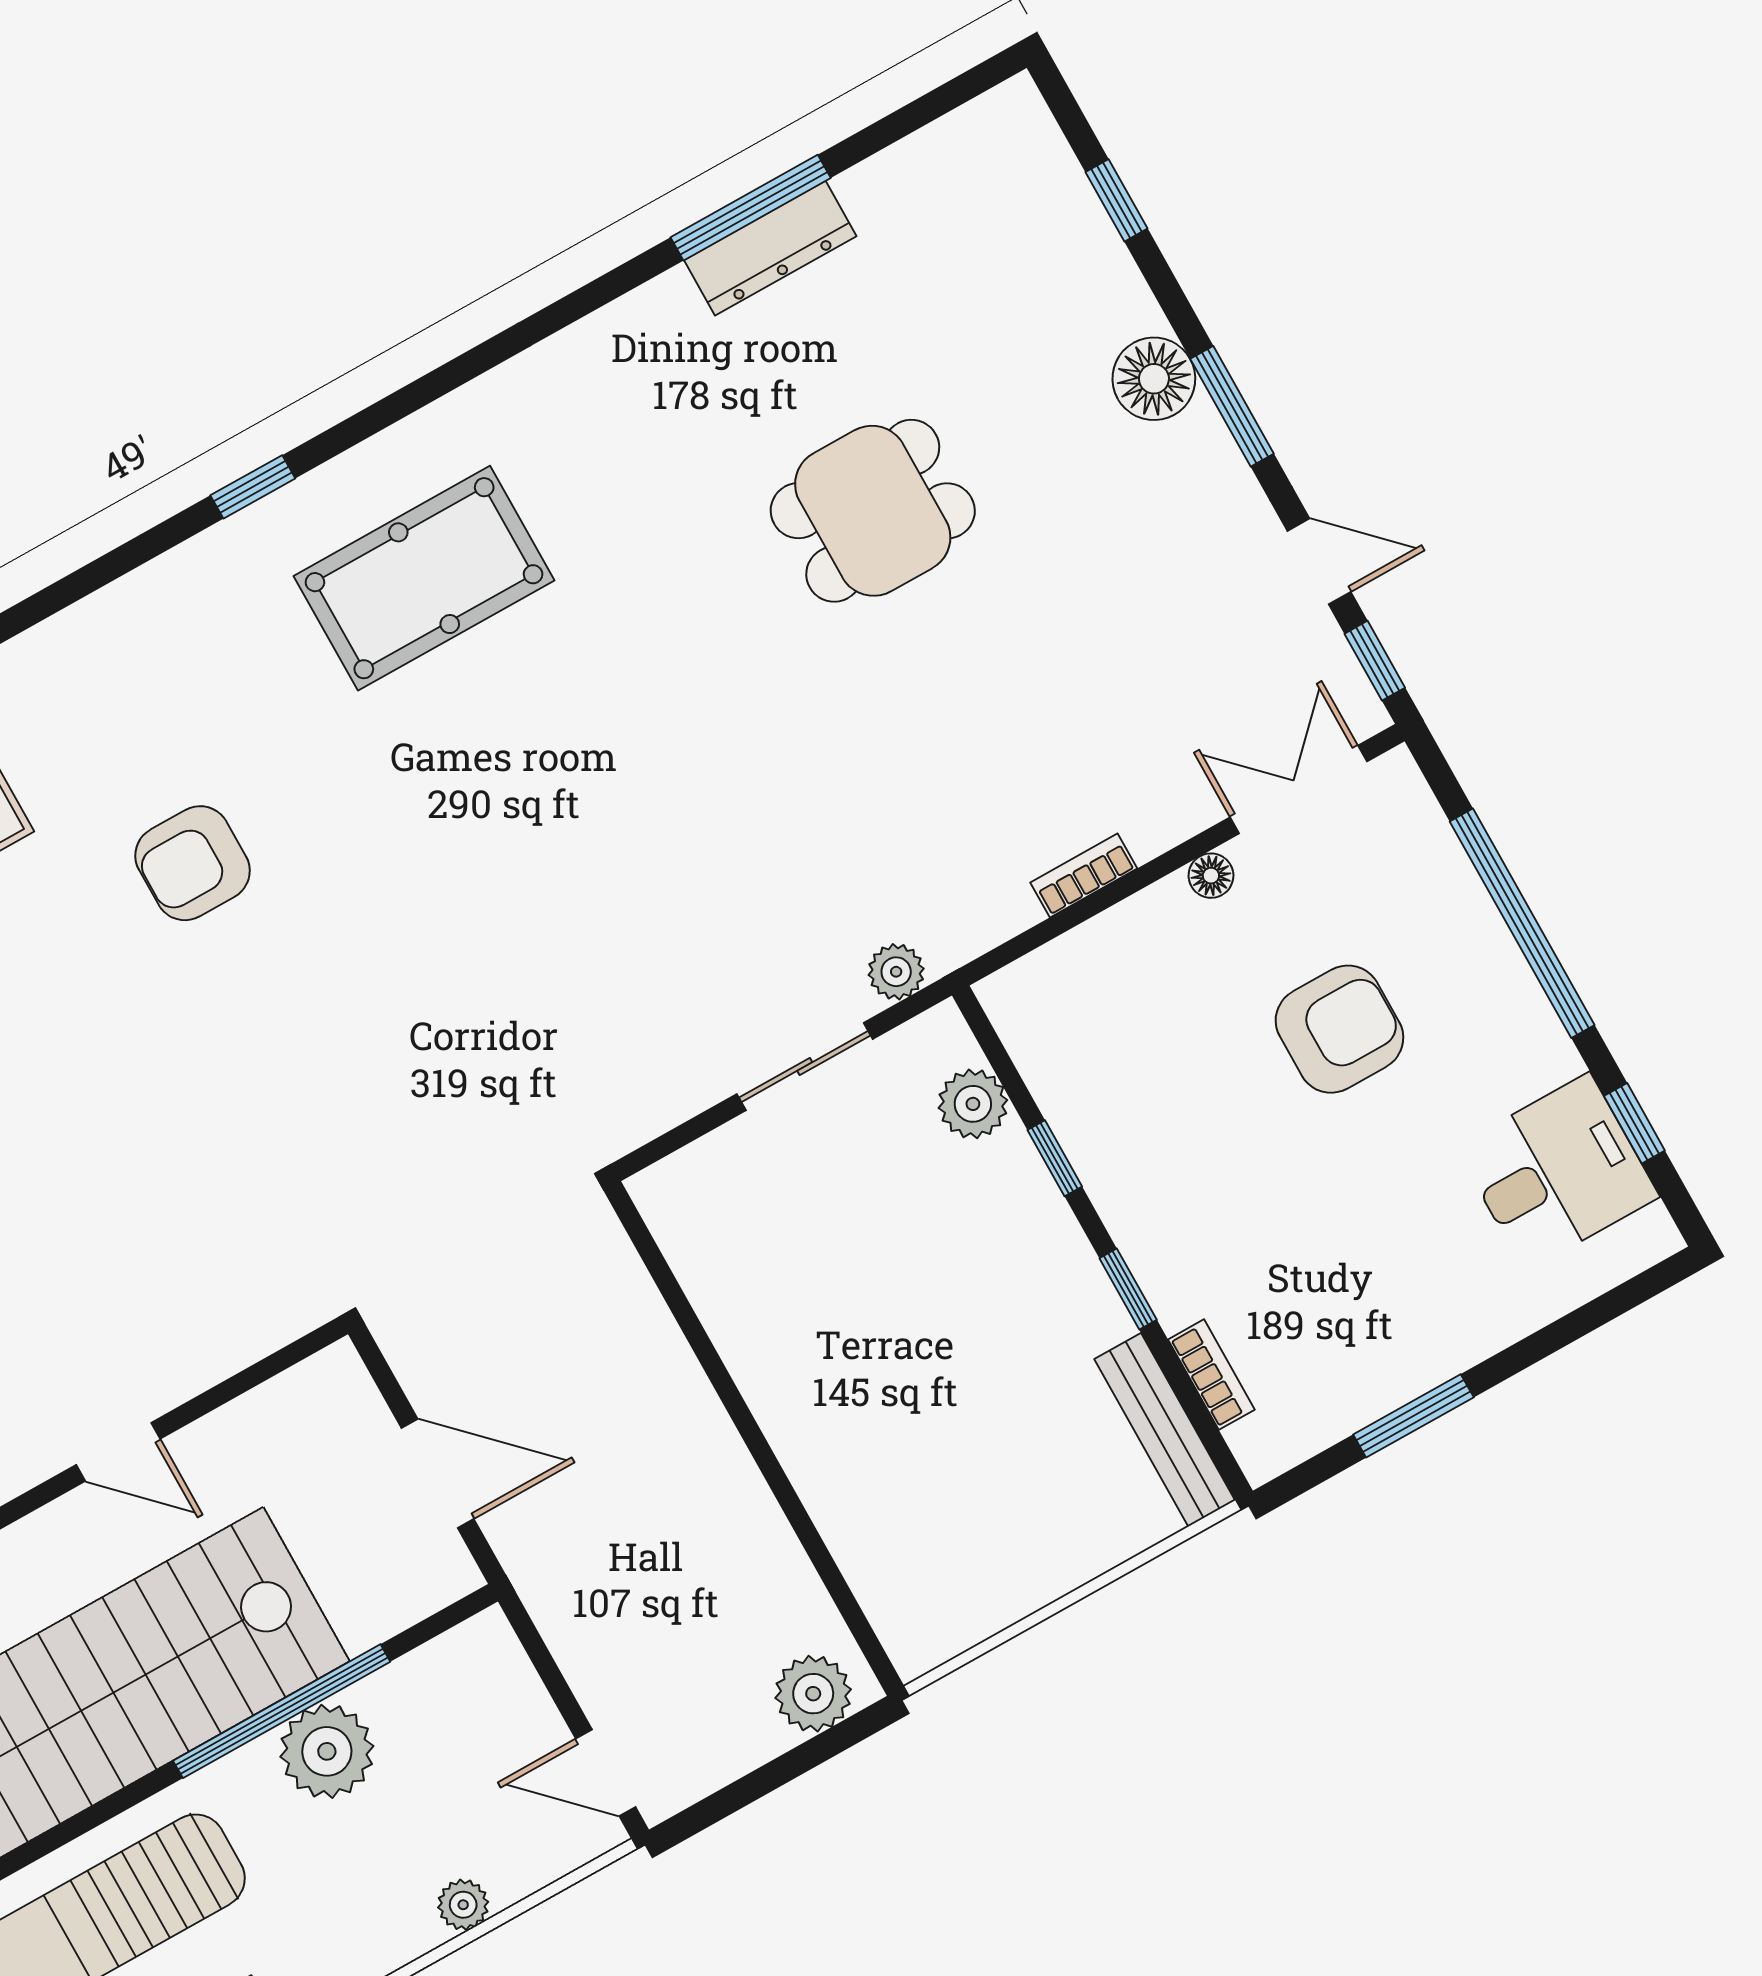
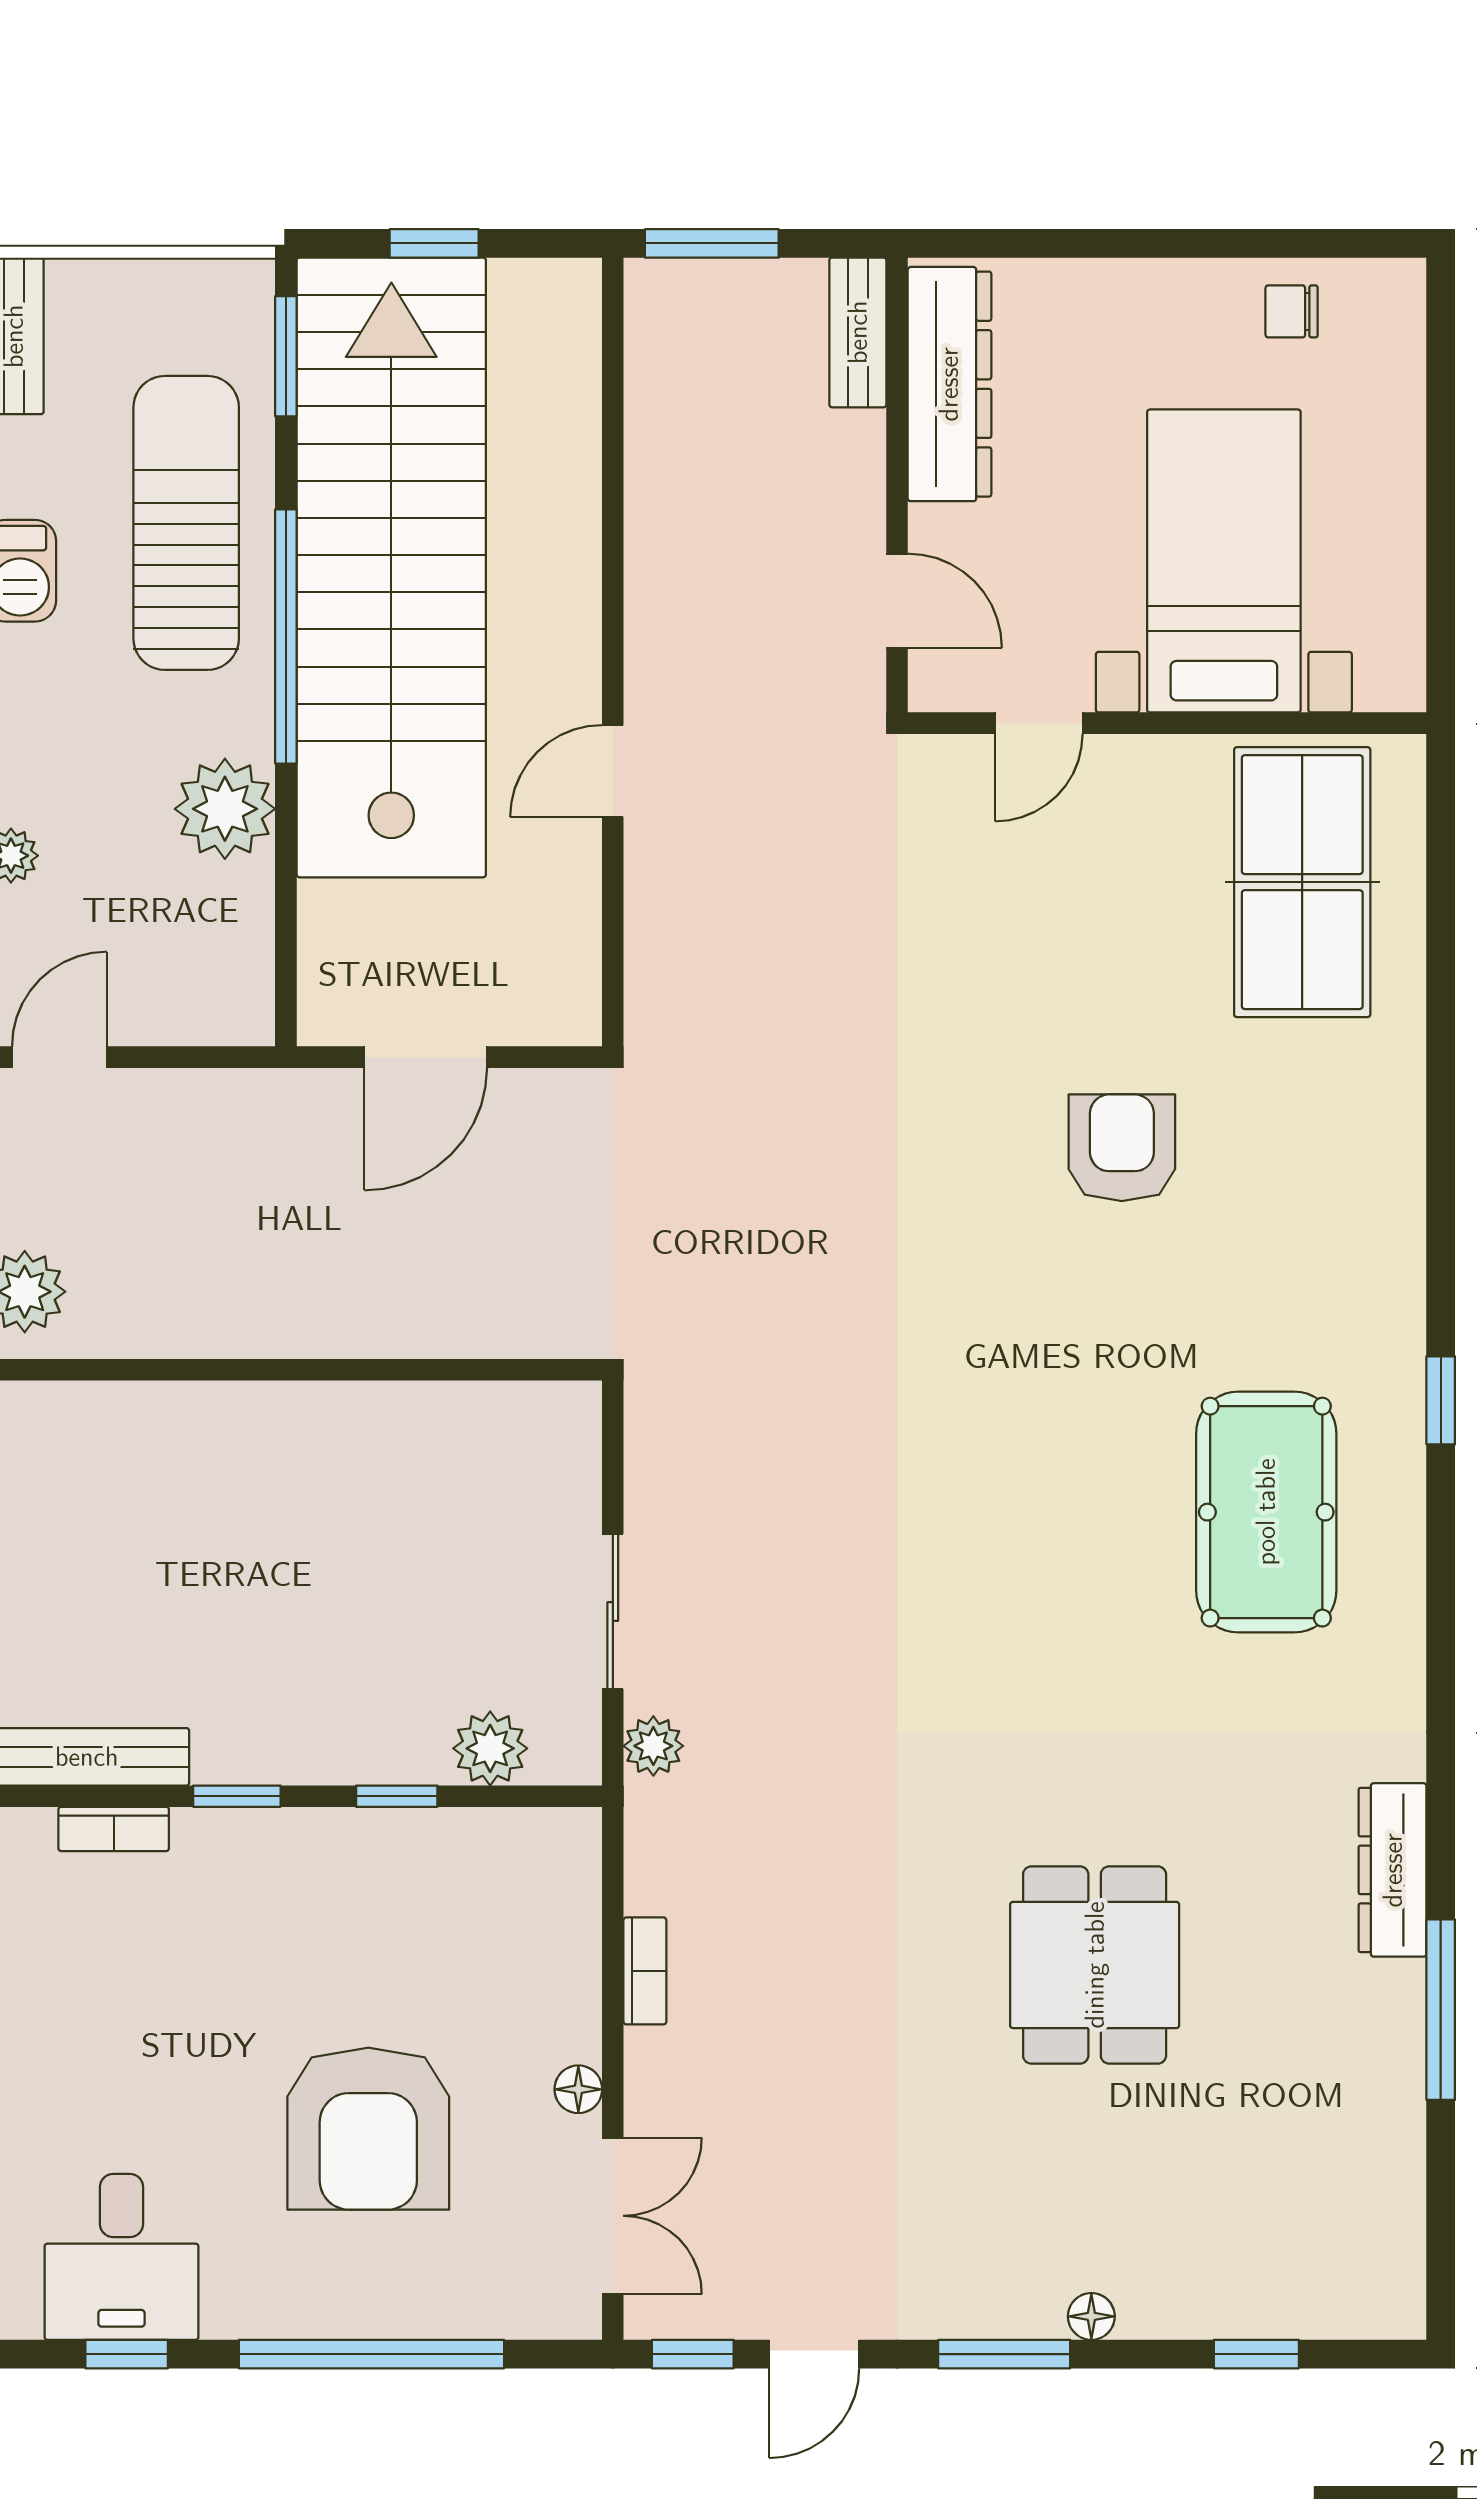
dresser: (770, 248) -> (1393, 1870), moved
floor lamp: (1154, 379) -> (1091, 2316), width x0.53, depth x0.53
armchair: (1339, 1029) -> (368, 2129), width x1.36, depth x1.36
window: (282, 1711) -> (286, 636), moved

